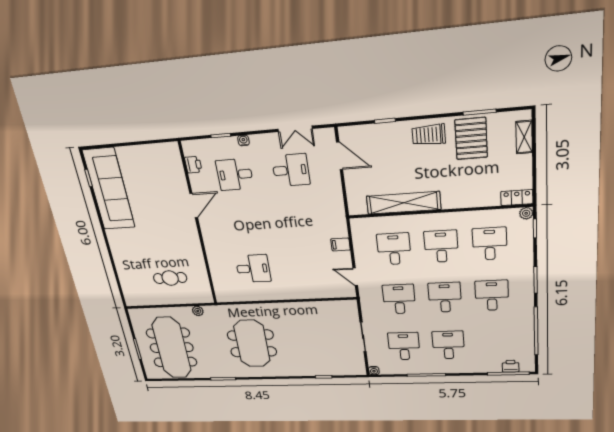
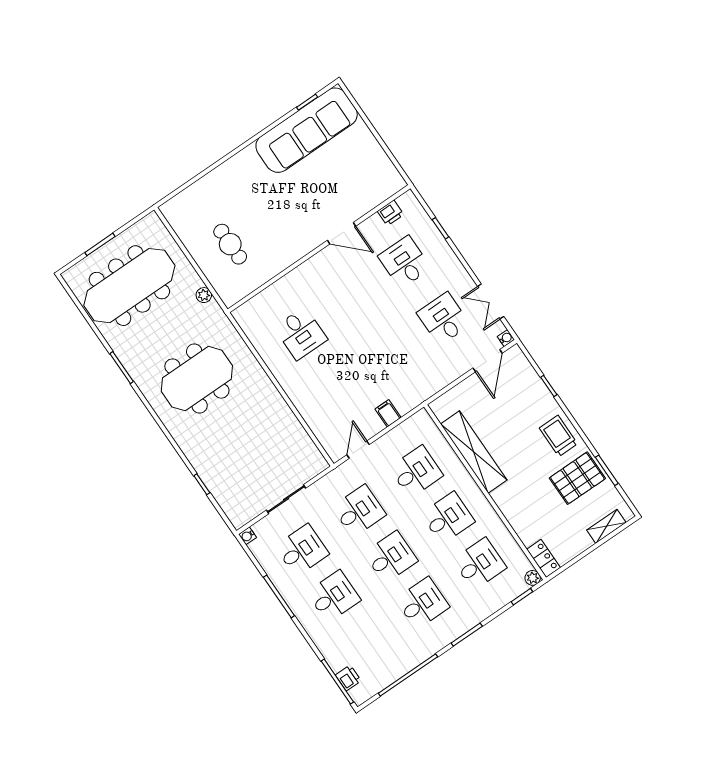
water cooler: (243, 140) -> (506, 338), moved
desk: (291, 170) -> (443, 319), turned 180

